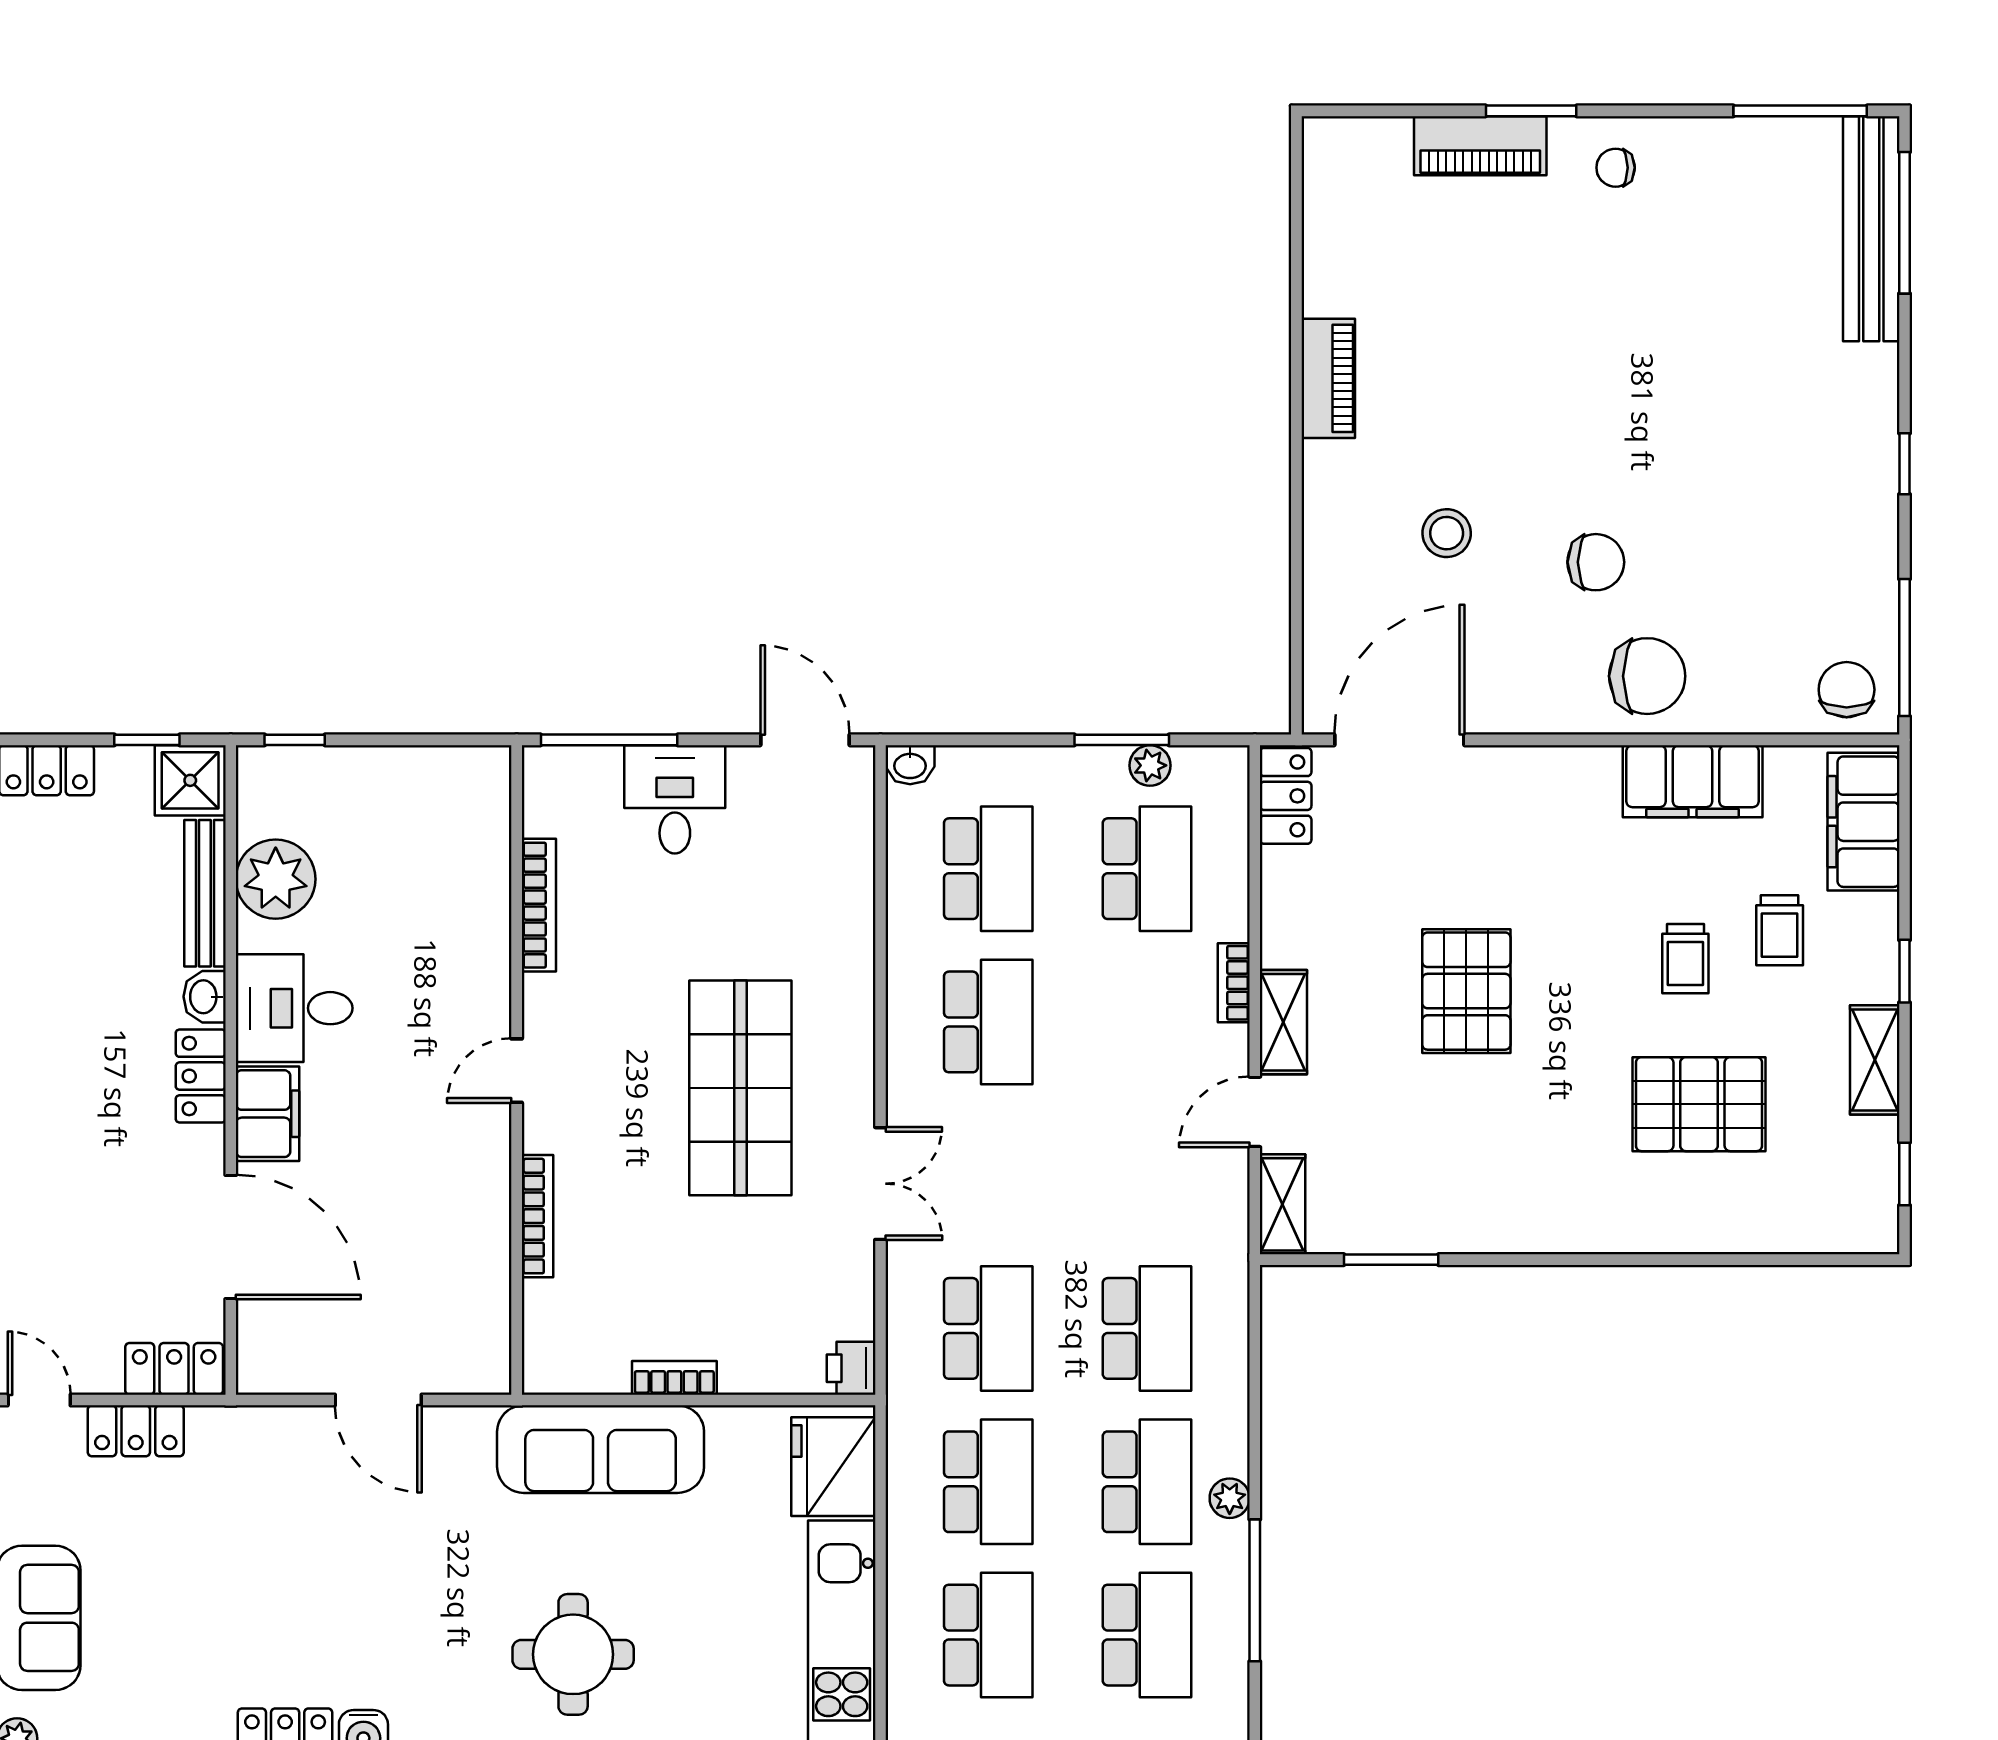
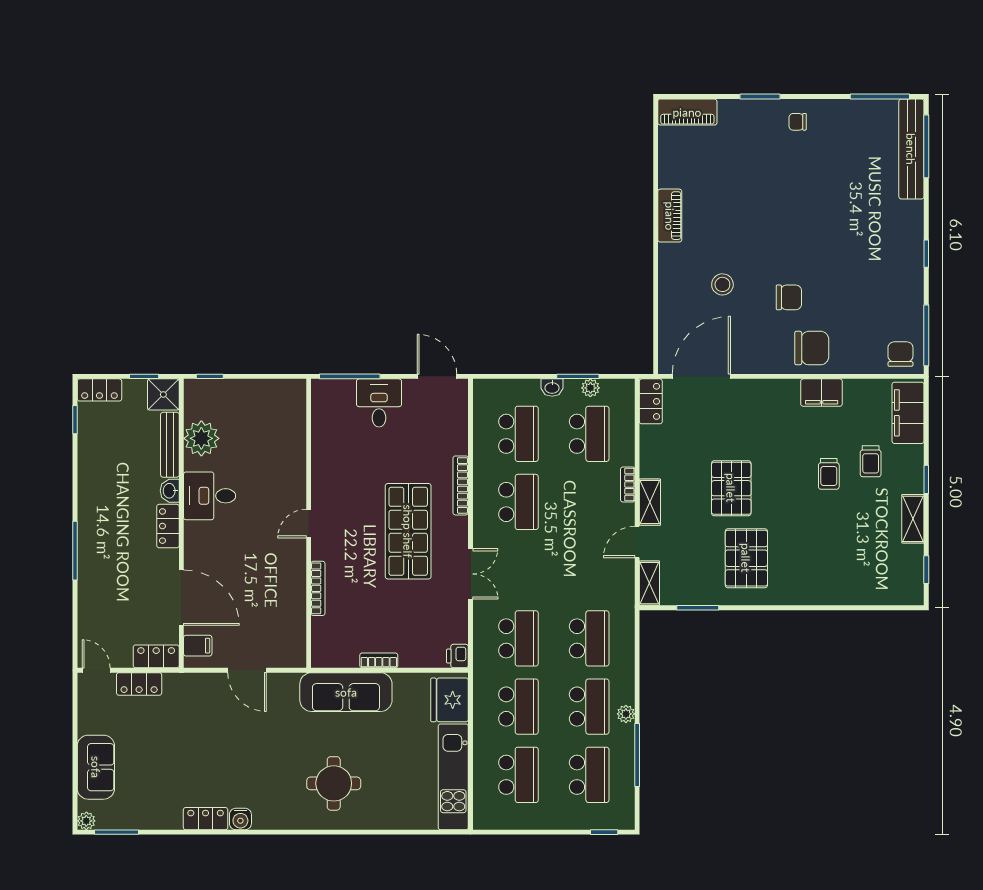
piano: (1480, 146) -> (687, 112), moved
washbasin: (910, 765) -> (552, 388), moved
filing cabinet: (1693, 781) -> (822, 393), width x0.67, depth x0.86
bookcase: (539, 905) -> (461, 485), moved, turned 180
pallet: (1699, 1104) -> (746, 558), moved, turned 90
filing cabinet: (267, 1114) -> (198, 646), moved, width x0.50

